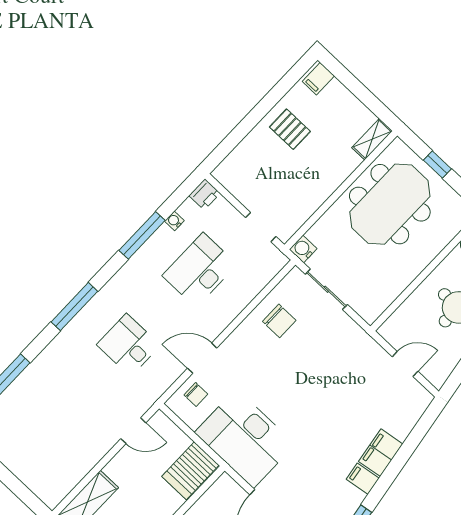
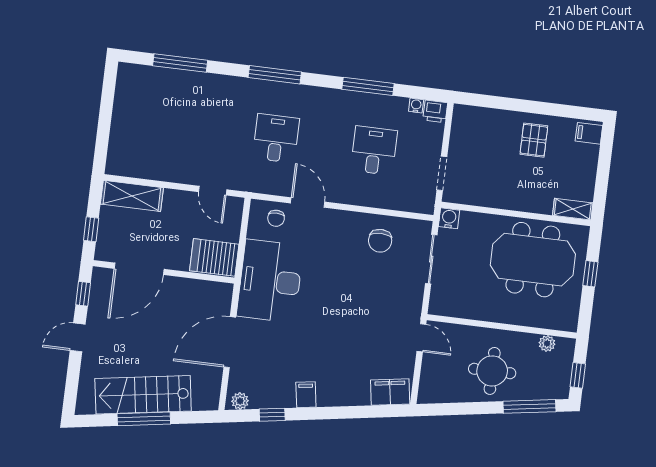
water cooler: (174, 221) -> (416, 105), moved
desk: (200, 270) -> (374, 151), width x0.73
door: (405, 364) -> (421, 338), moved
filing cabinet: (381, 453) -> (390, 392), moved

